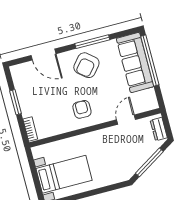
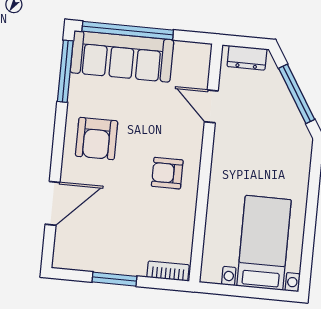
window: (92, 42) -> (65, 71), moved
armchair: (86, 65) -> (97, 139), turned 50

